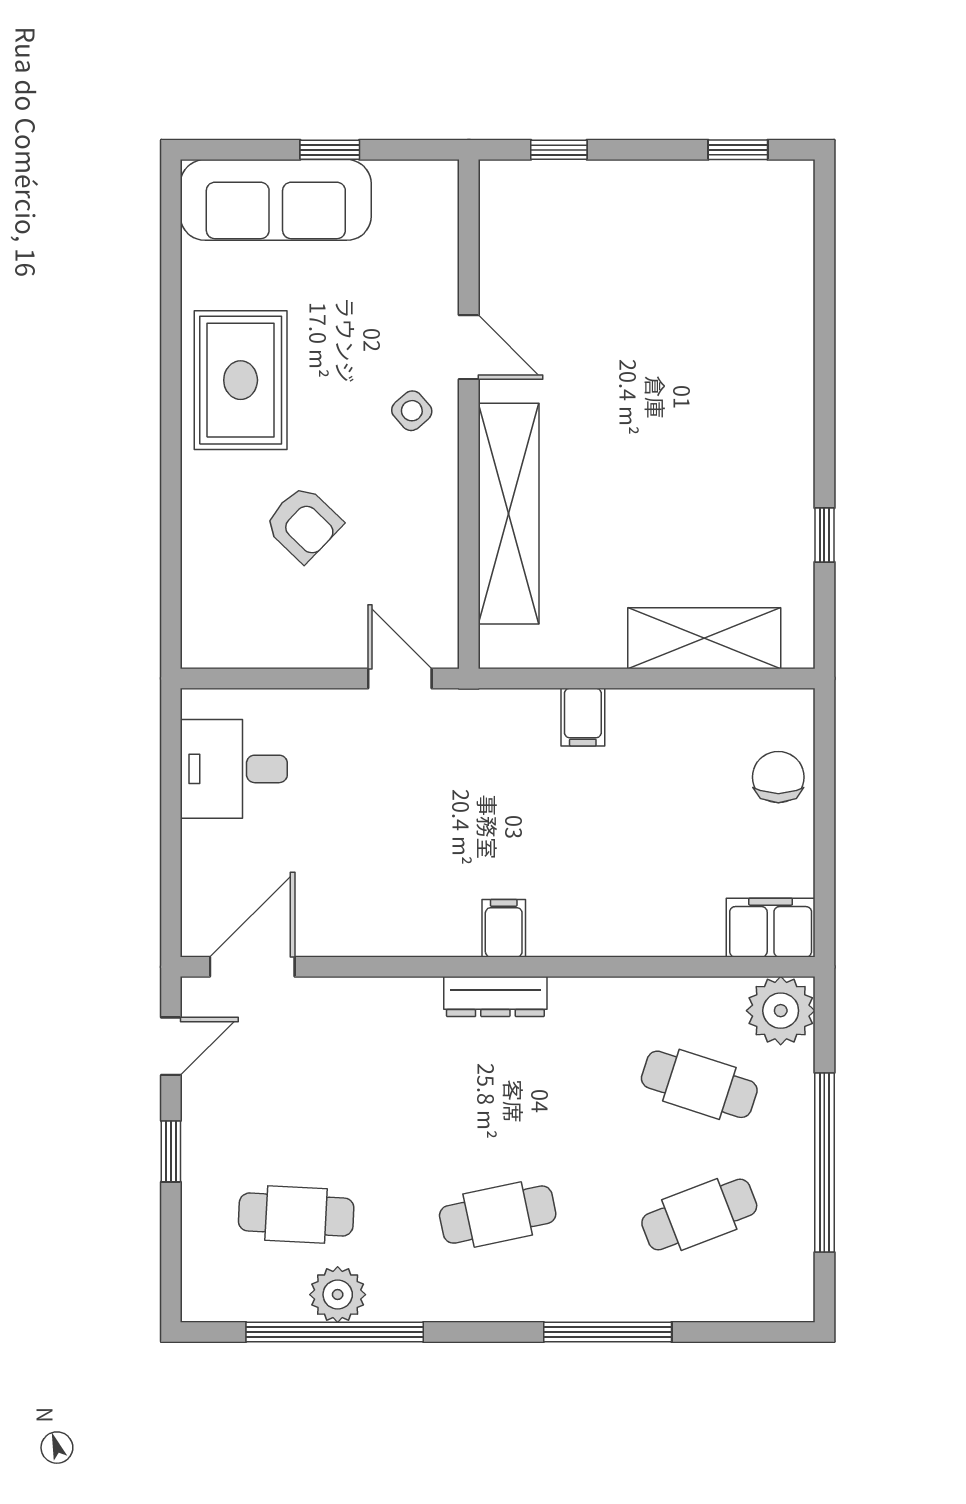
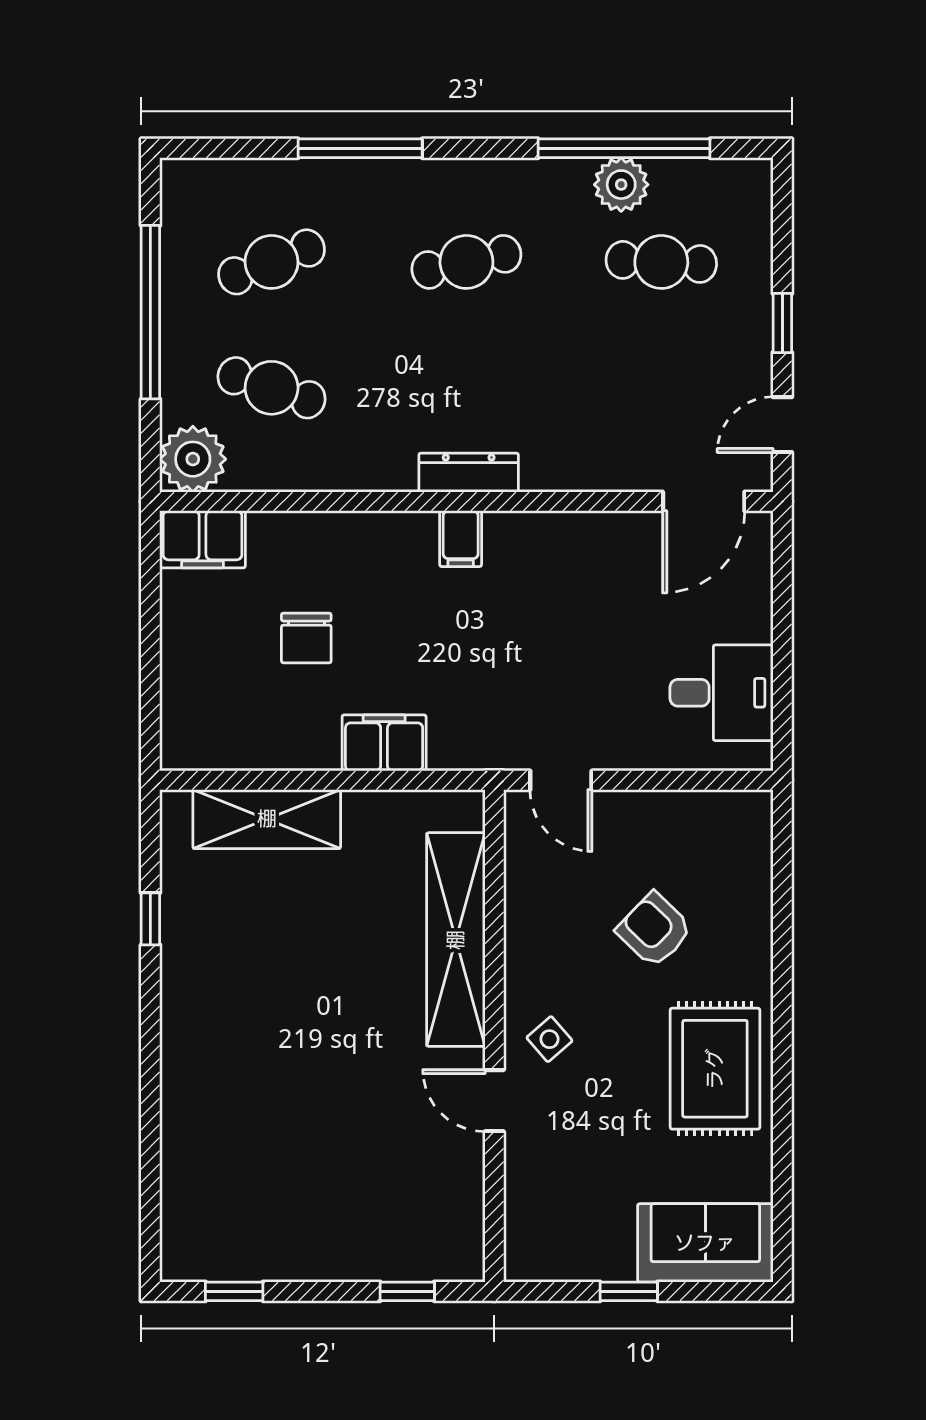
sofa: (276, 200) -> (705, 1243), width x0.73
filing cabinet: (583, 717) -> (384, 743), width x2.00
chair: (778, 777) -> (306, 638), moved

